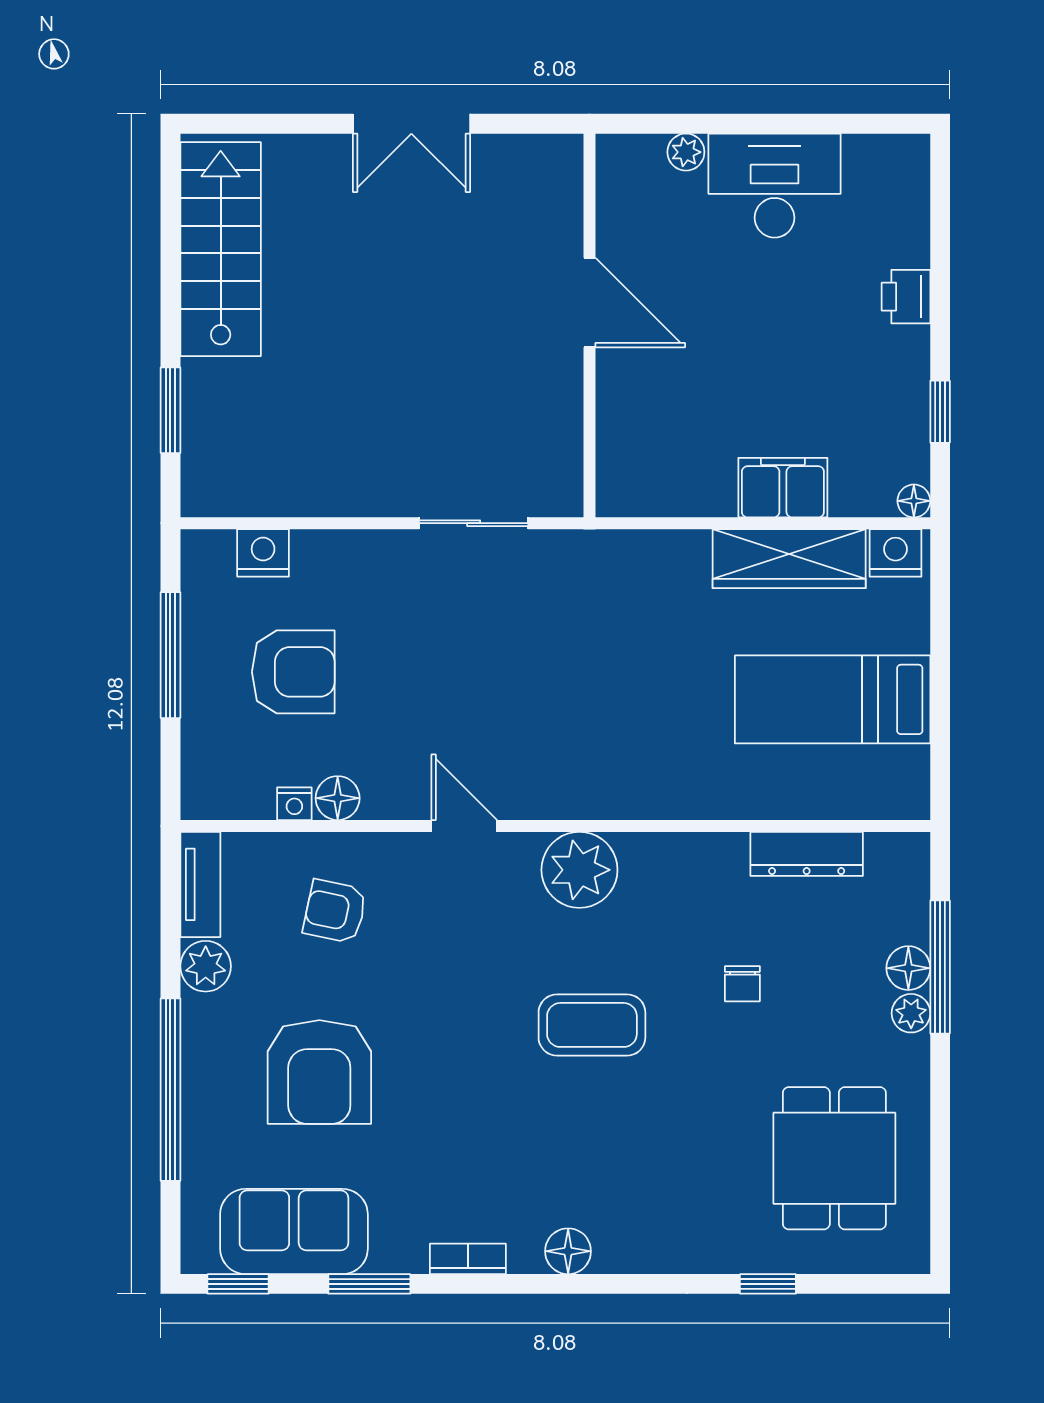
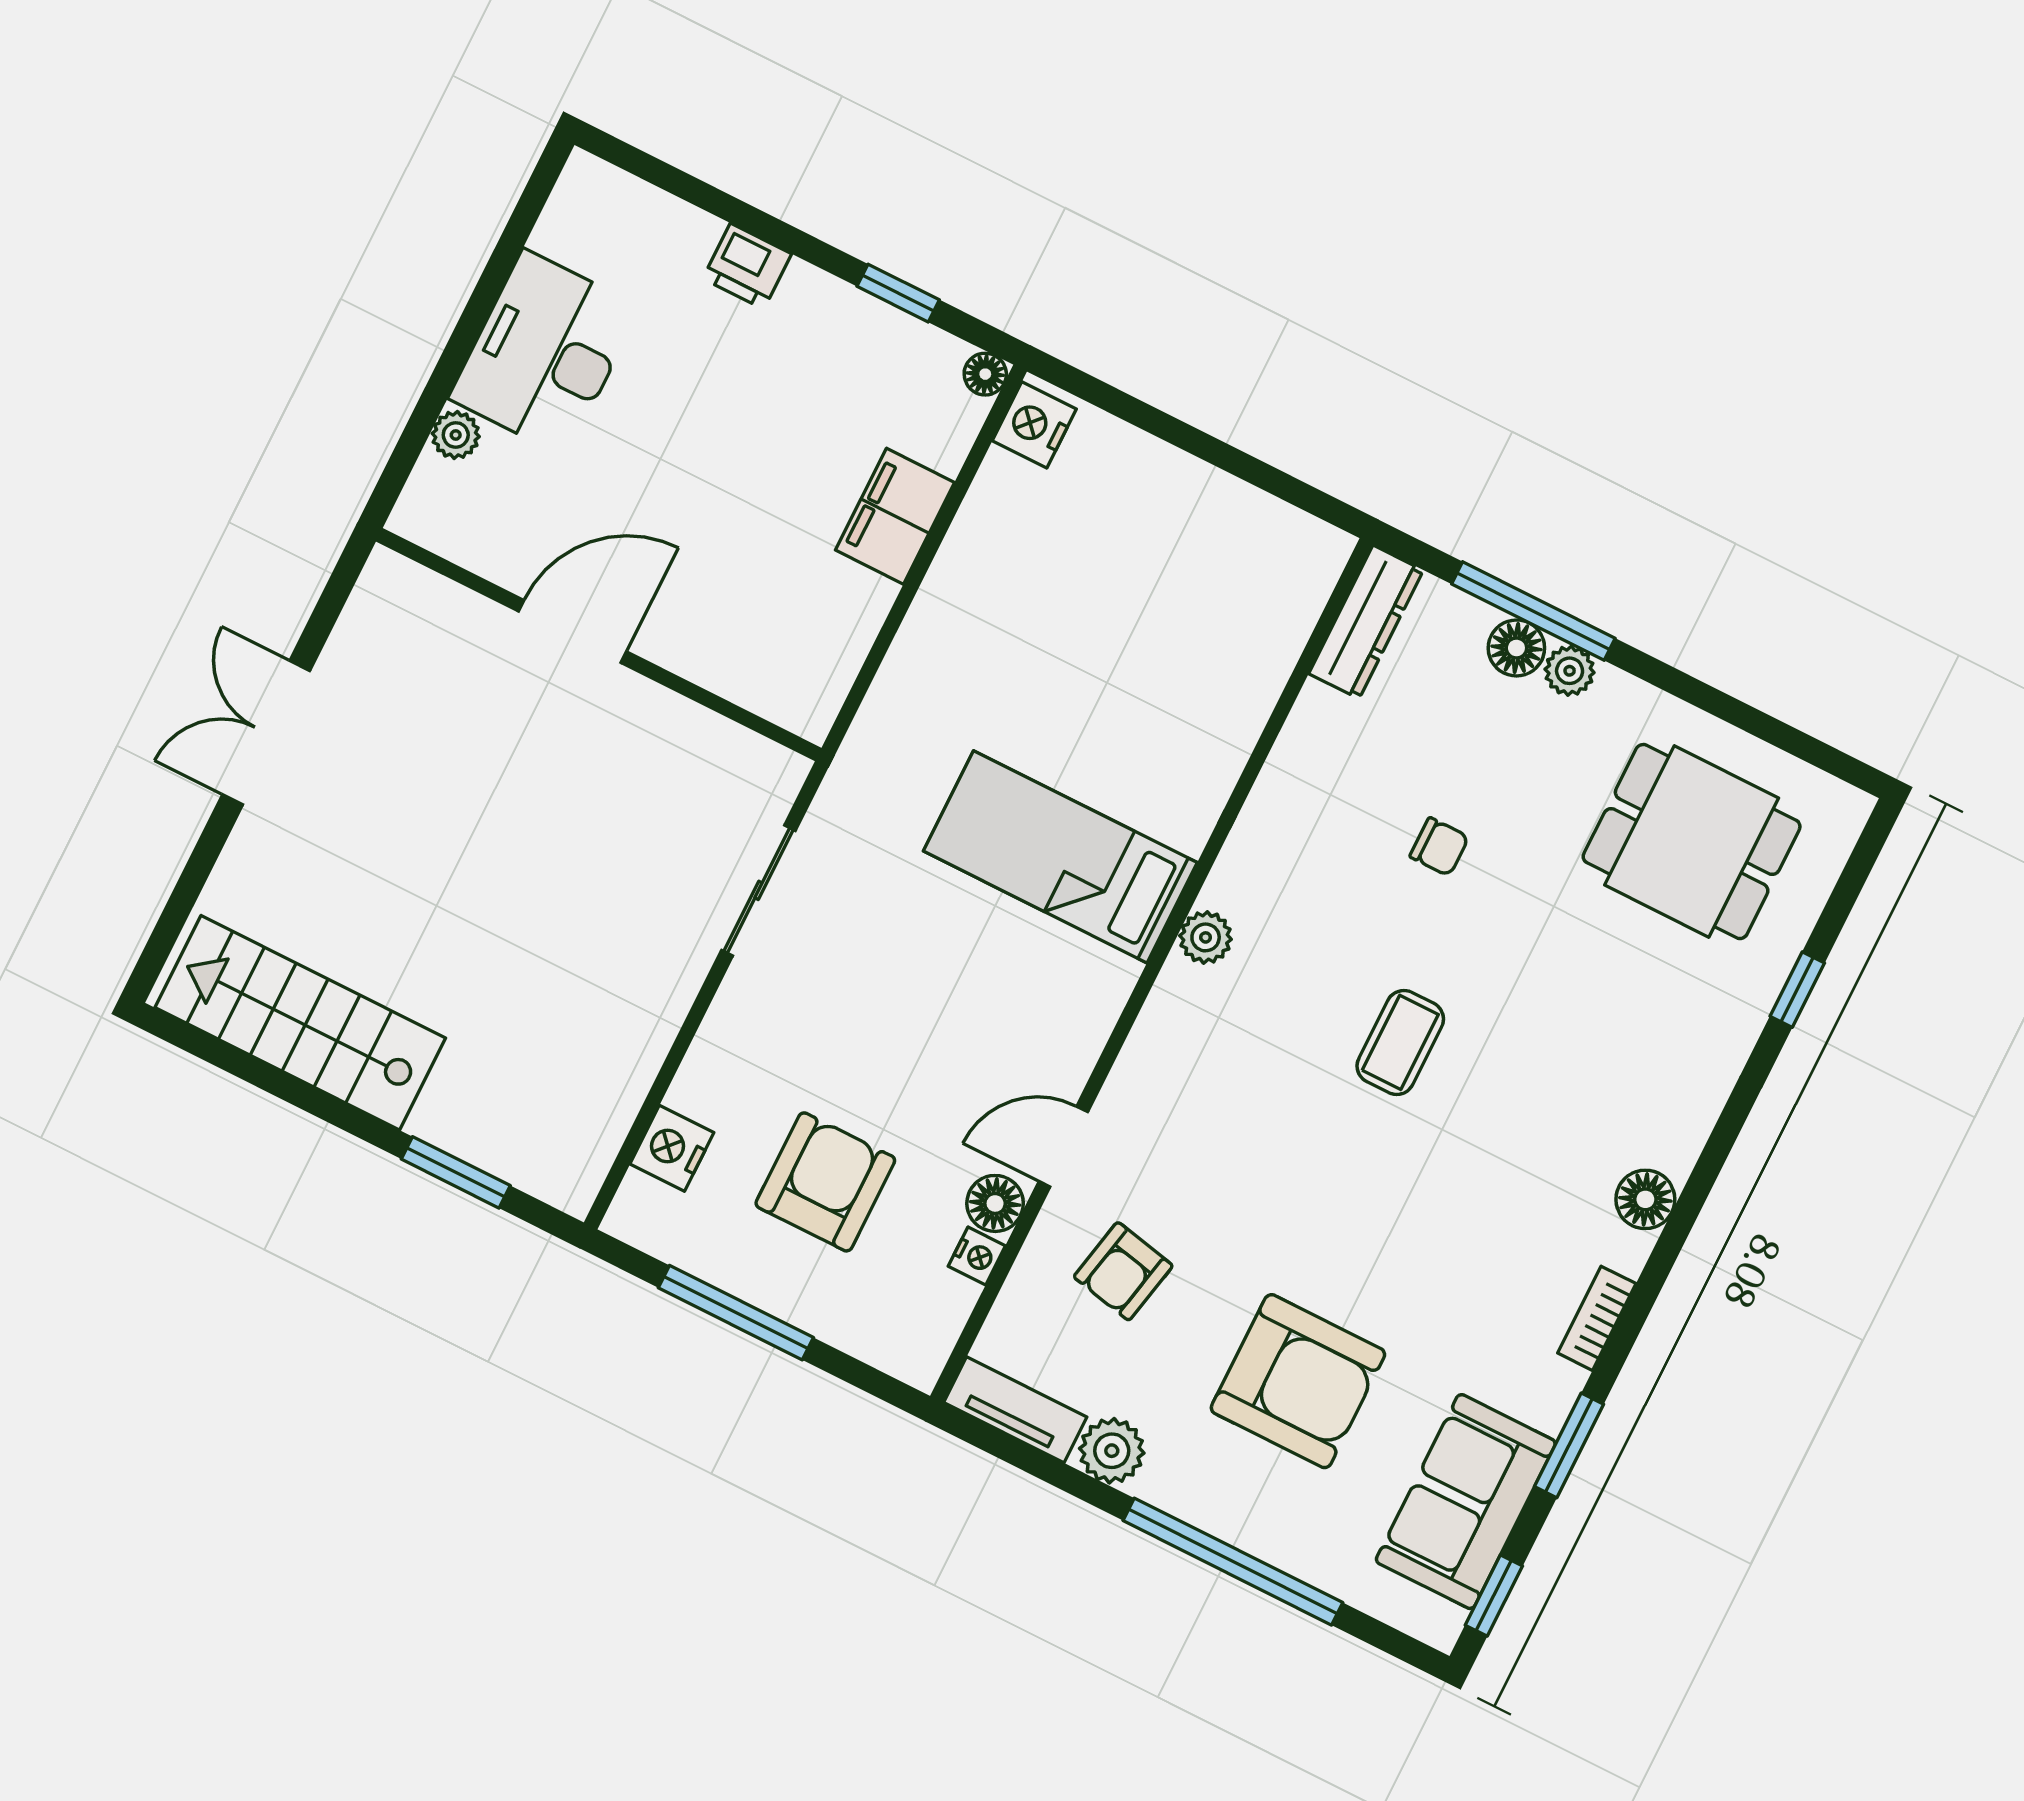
double door: (411, 124) -> (266, 733), swing flipped
wardrobe: (789, 559) -> (980, 550), removed
bed: (833, 699) -> (1060, 857), moved, turned 90
door: (464, 826) -> (1063, 1147), moved
dresser: (807, 854) -> (1366, 622), moved
plant: (579, 870) -> (1206, 937), width x0.53, depth x0.53
coffee table: (592, 1025) -> (1400, 1042), width x0.73, depth x0.77

